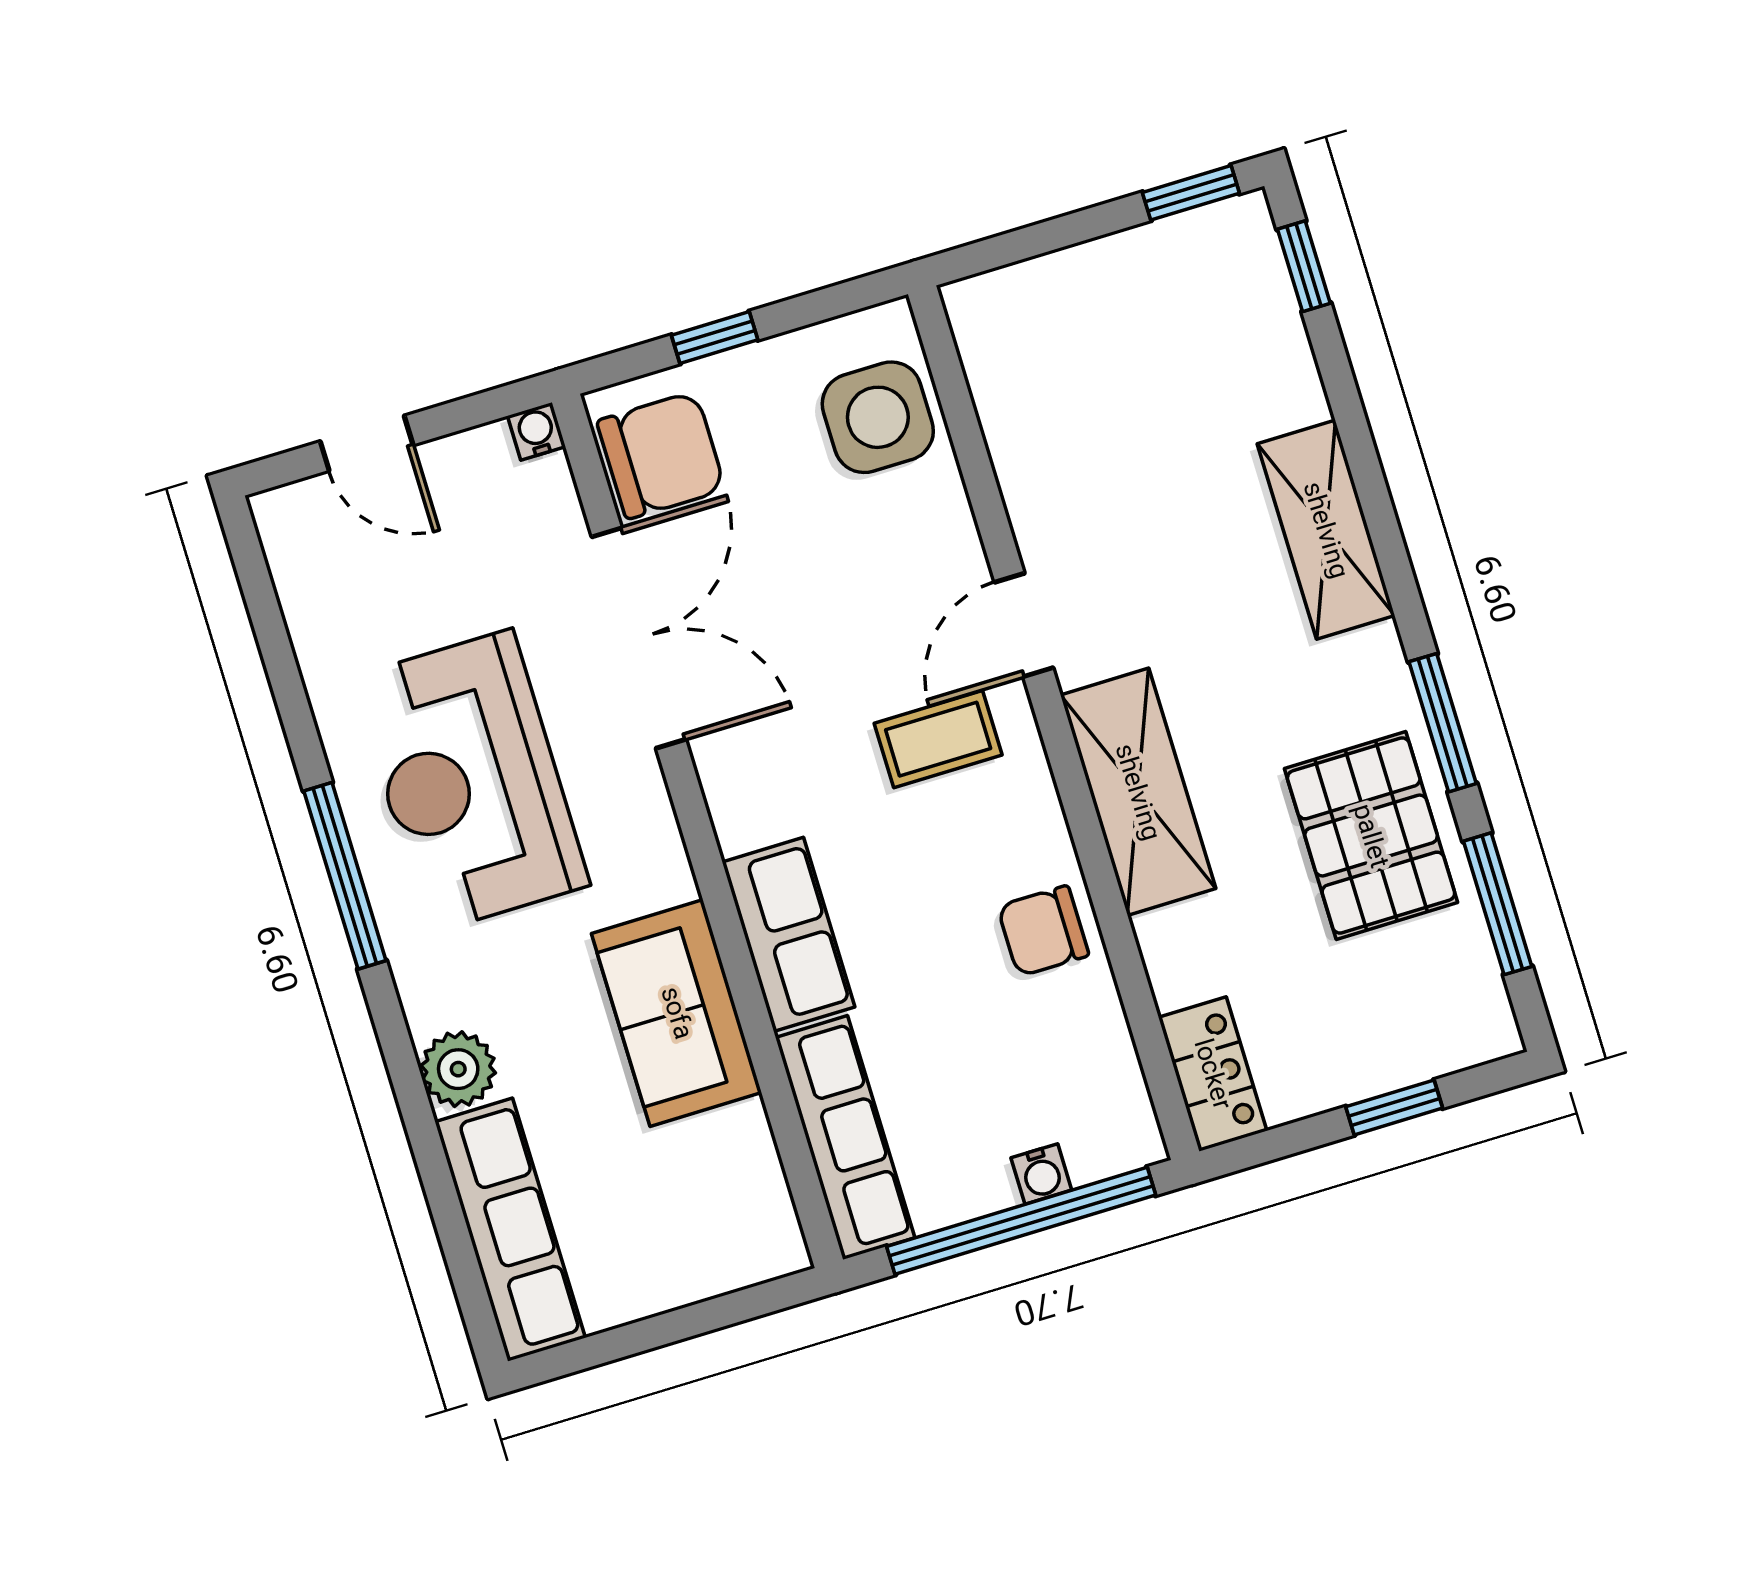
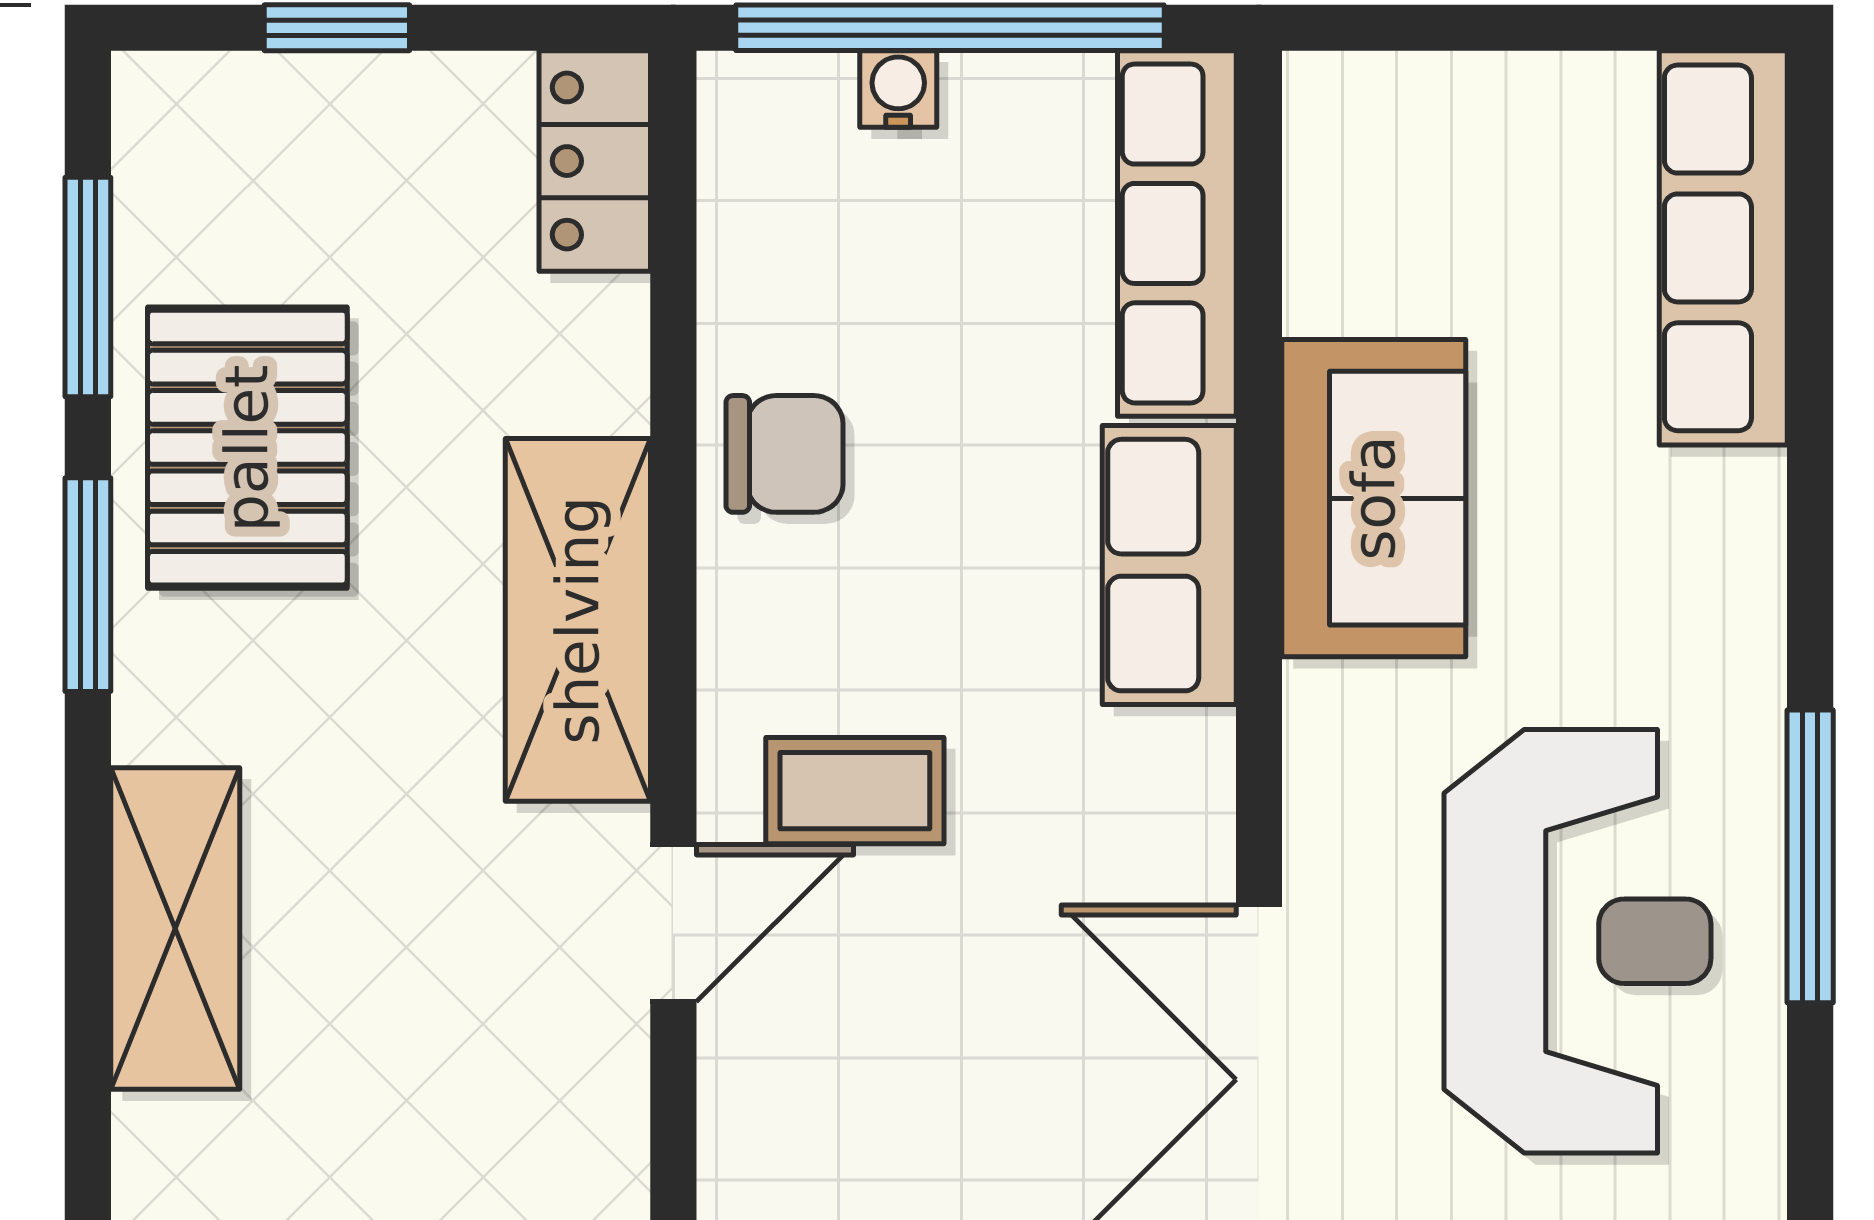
plant: (458, 1069) -> (1728, 513), removed

